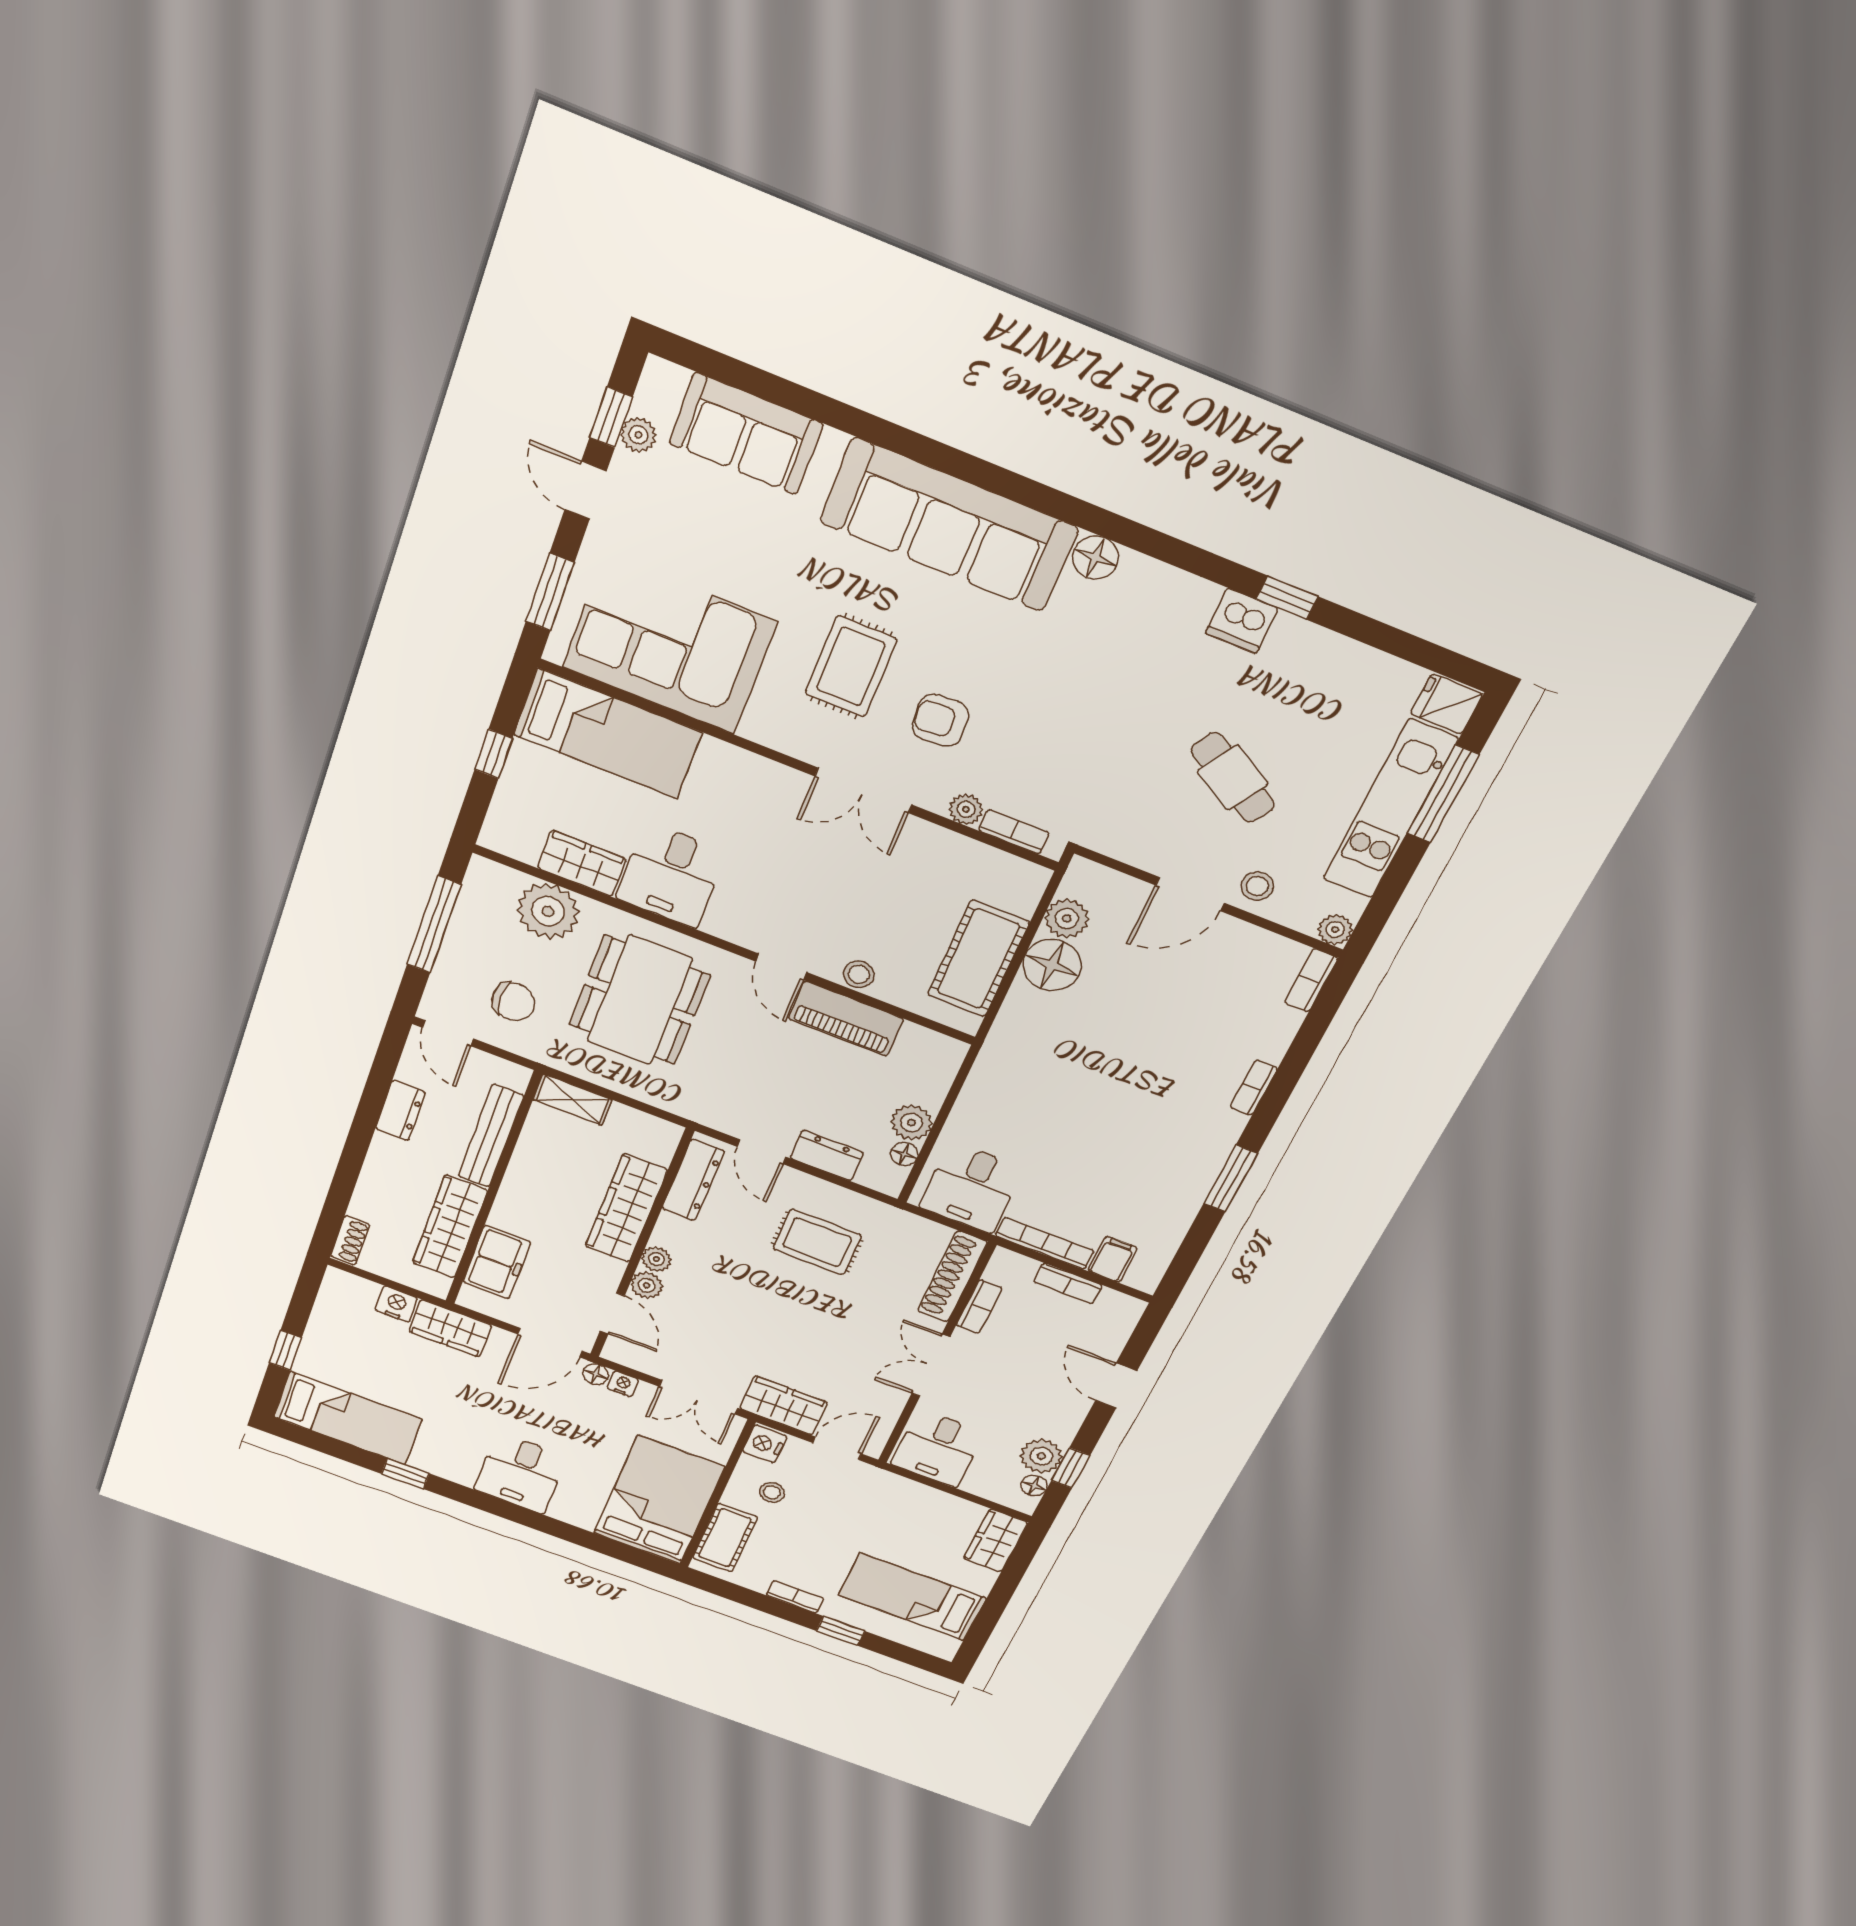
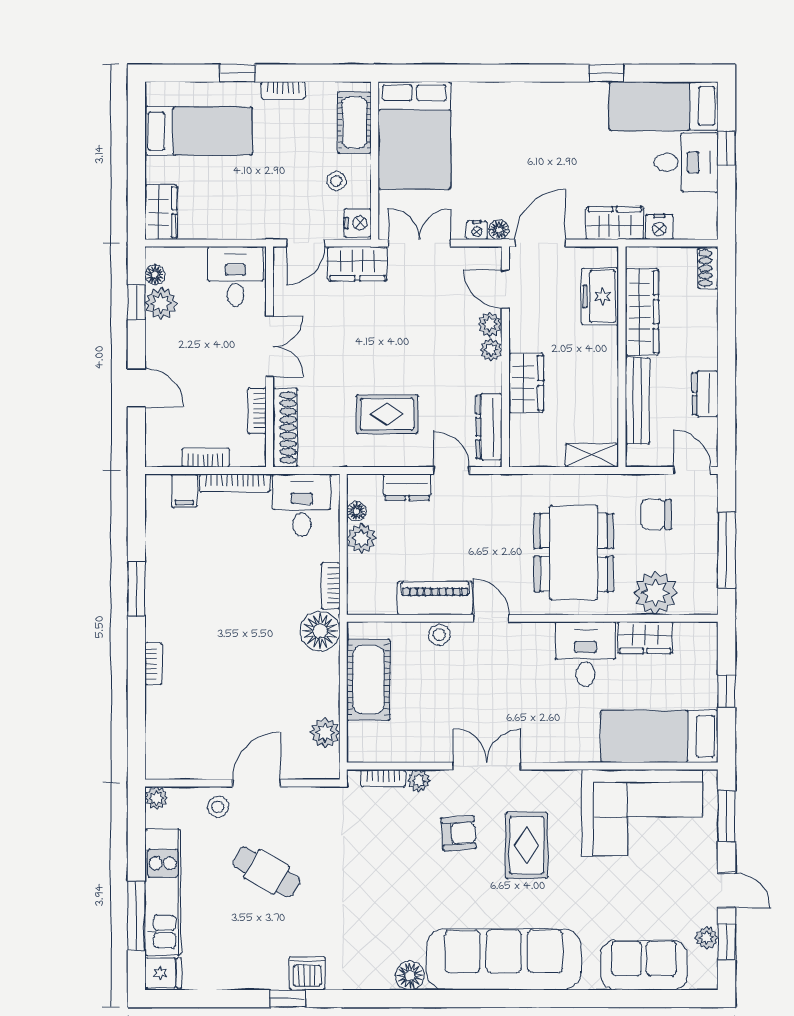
floor lamp: (1052, 965) -> (320, 631), moved
bookcase: (1311, 980) -> (331, 586), moved, turned 180
wardrobe: (626, 1208) -> (526, 383), width x0.67
desk: (521, 1473) -> (686, 162), moved, turned 90

